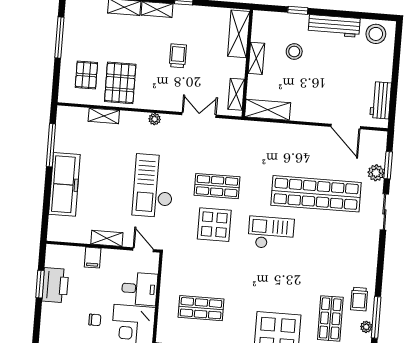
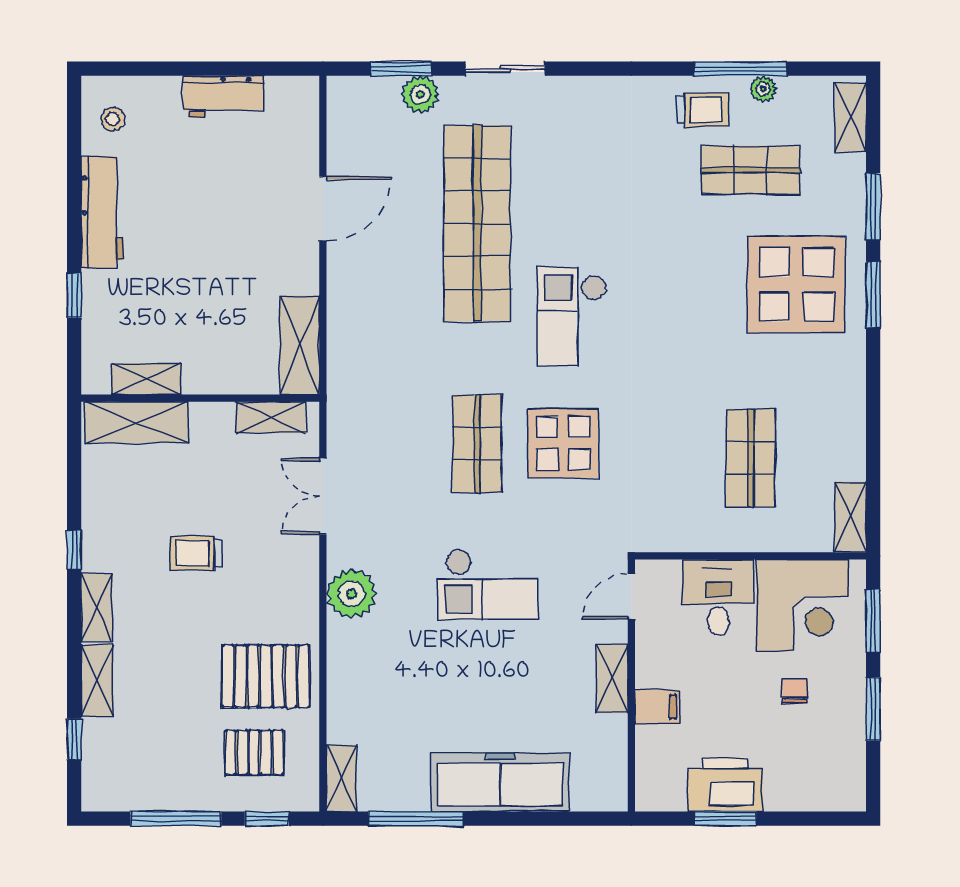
stool: (376, 34) -> (113, 119), width x0.53, depth x0.53
stool: (294, 52) -> (166, 296), removed
shelving: (256, 58) -> (146, 379), moved
window: (56, 78) -> (267, 819), added
workbench: (381, 100) -> (224, 97), moved
shelving: (104, 116) -> (342, 778), moved
plant: (155, 119) -> (352, 594), width x1.87, depth x1.87
door: (346, 126) -> (323, 209), moved
checkout: (154, 186) -> (488, 585), width x0.73, depth x0.83

